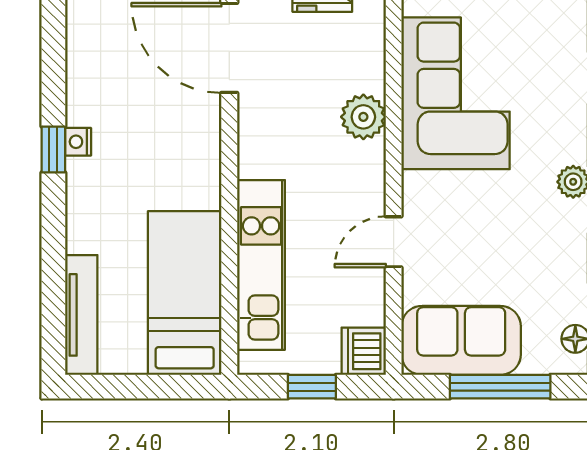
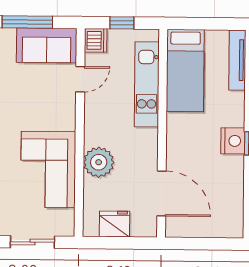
plant: (363, 117) -> (99, 162), width x1.36, depth x1.36
nightstand: (78, 142) -> (233, 141), width x1.89, depth x1.79
door: (394, 242) -> (80, 79), moved

